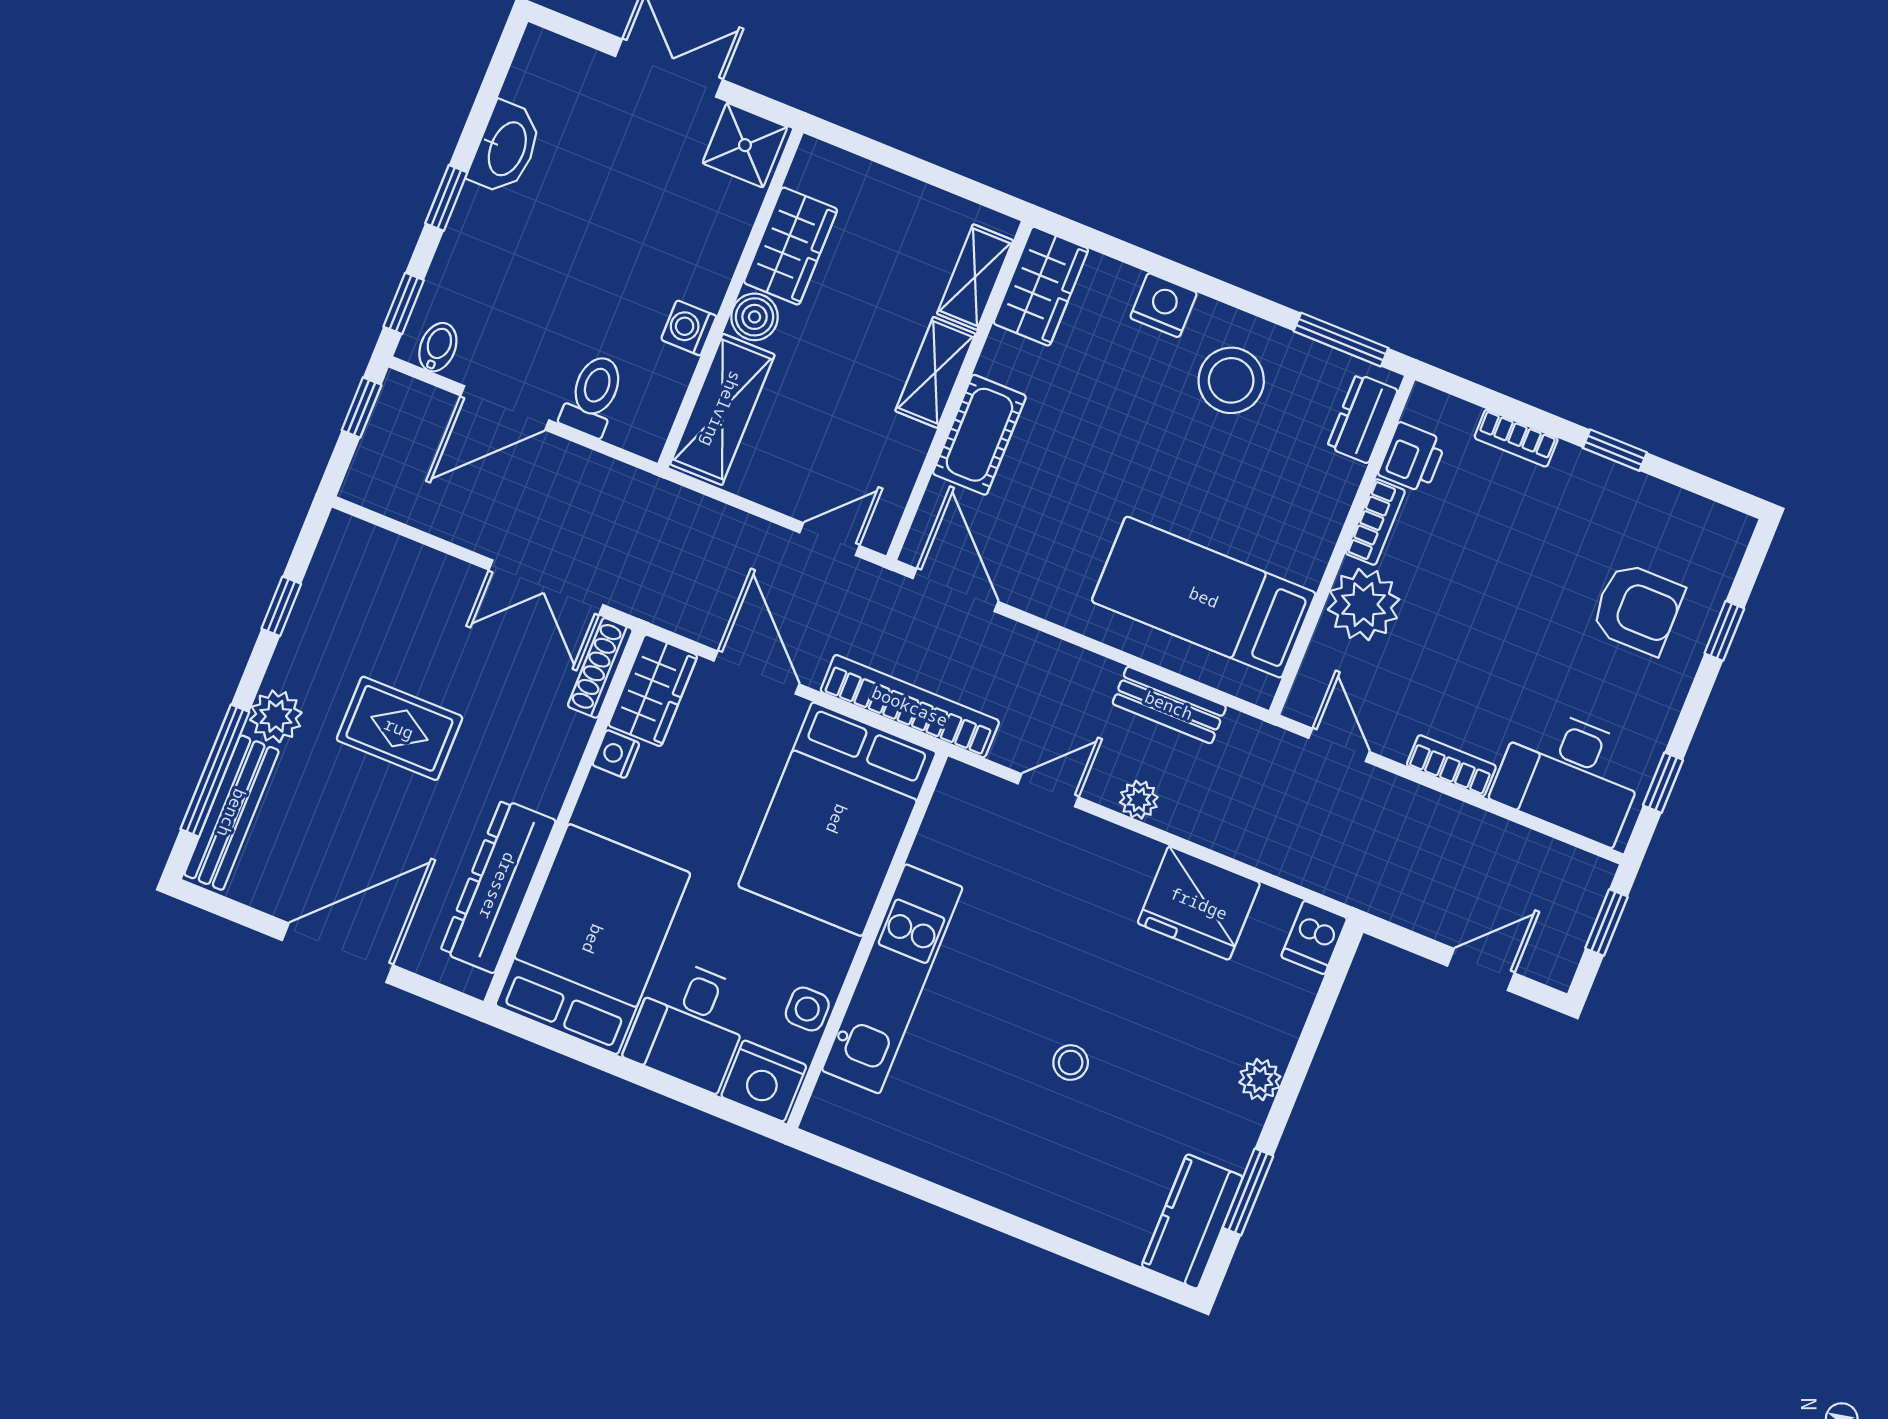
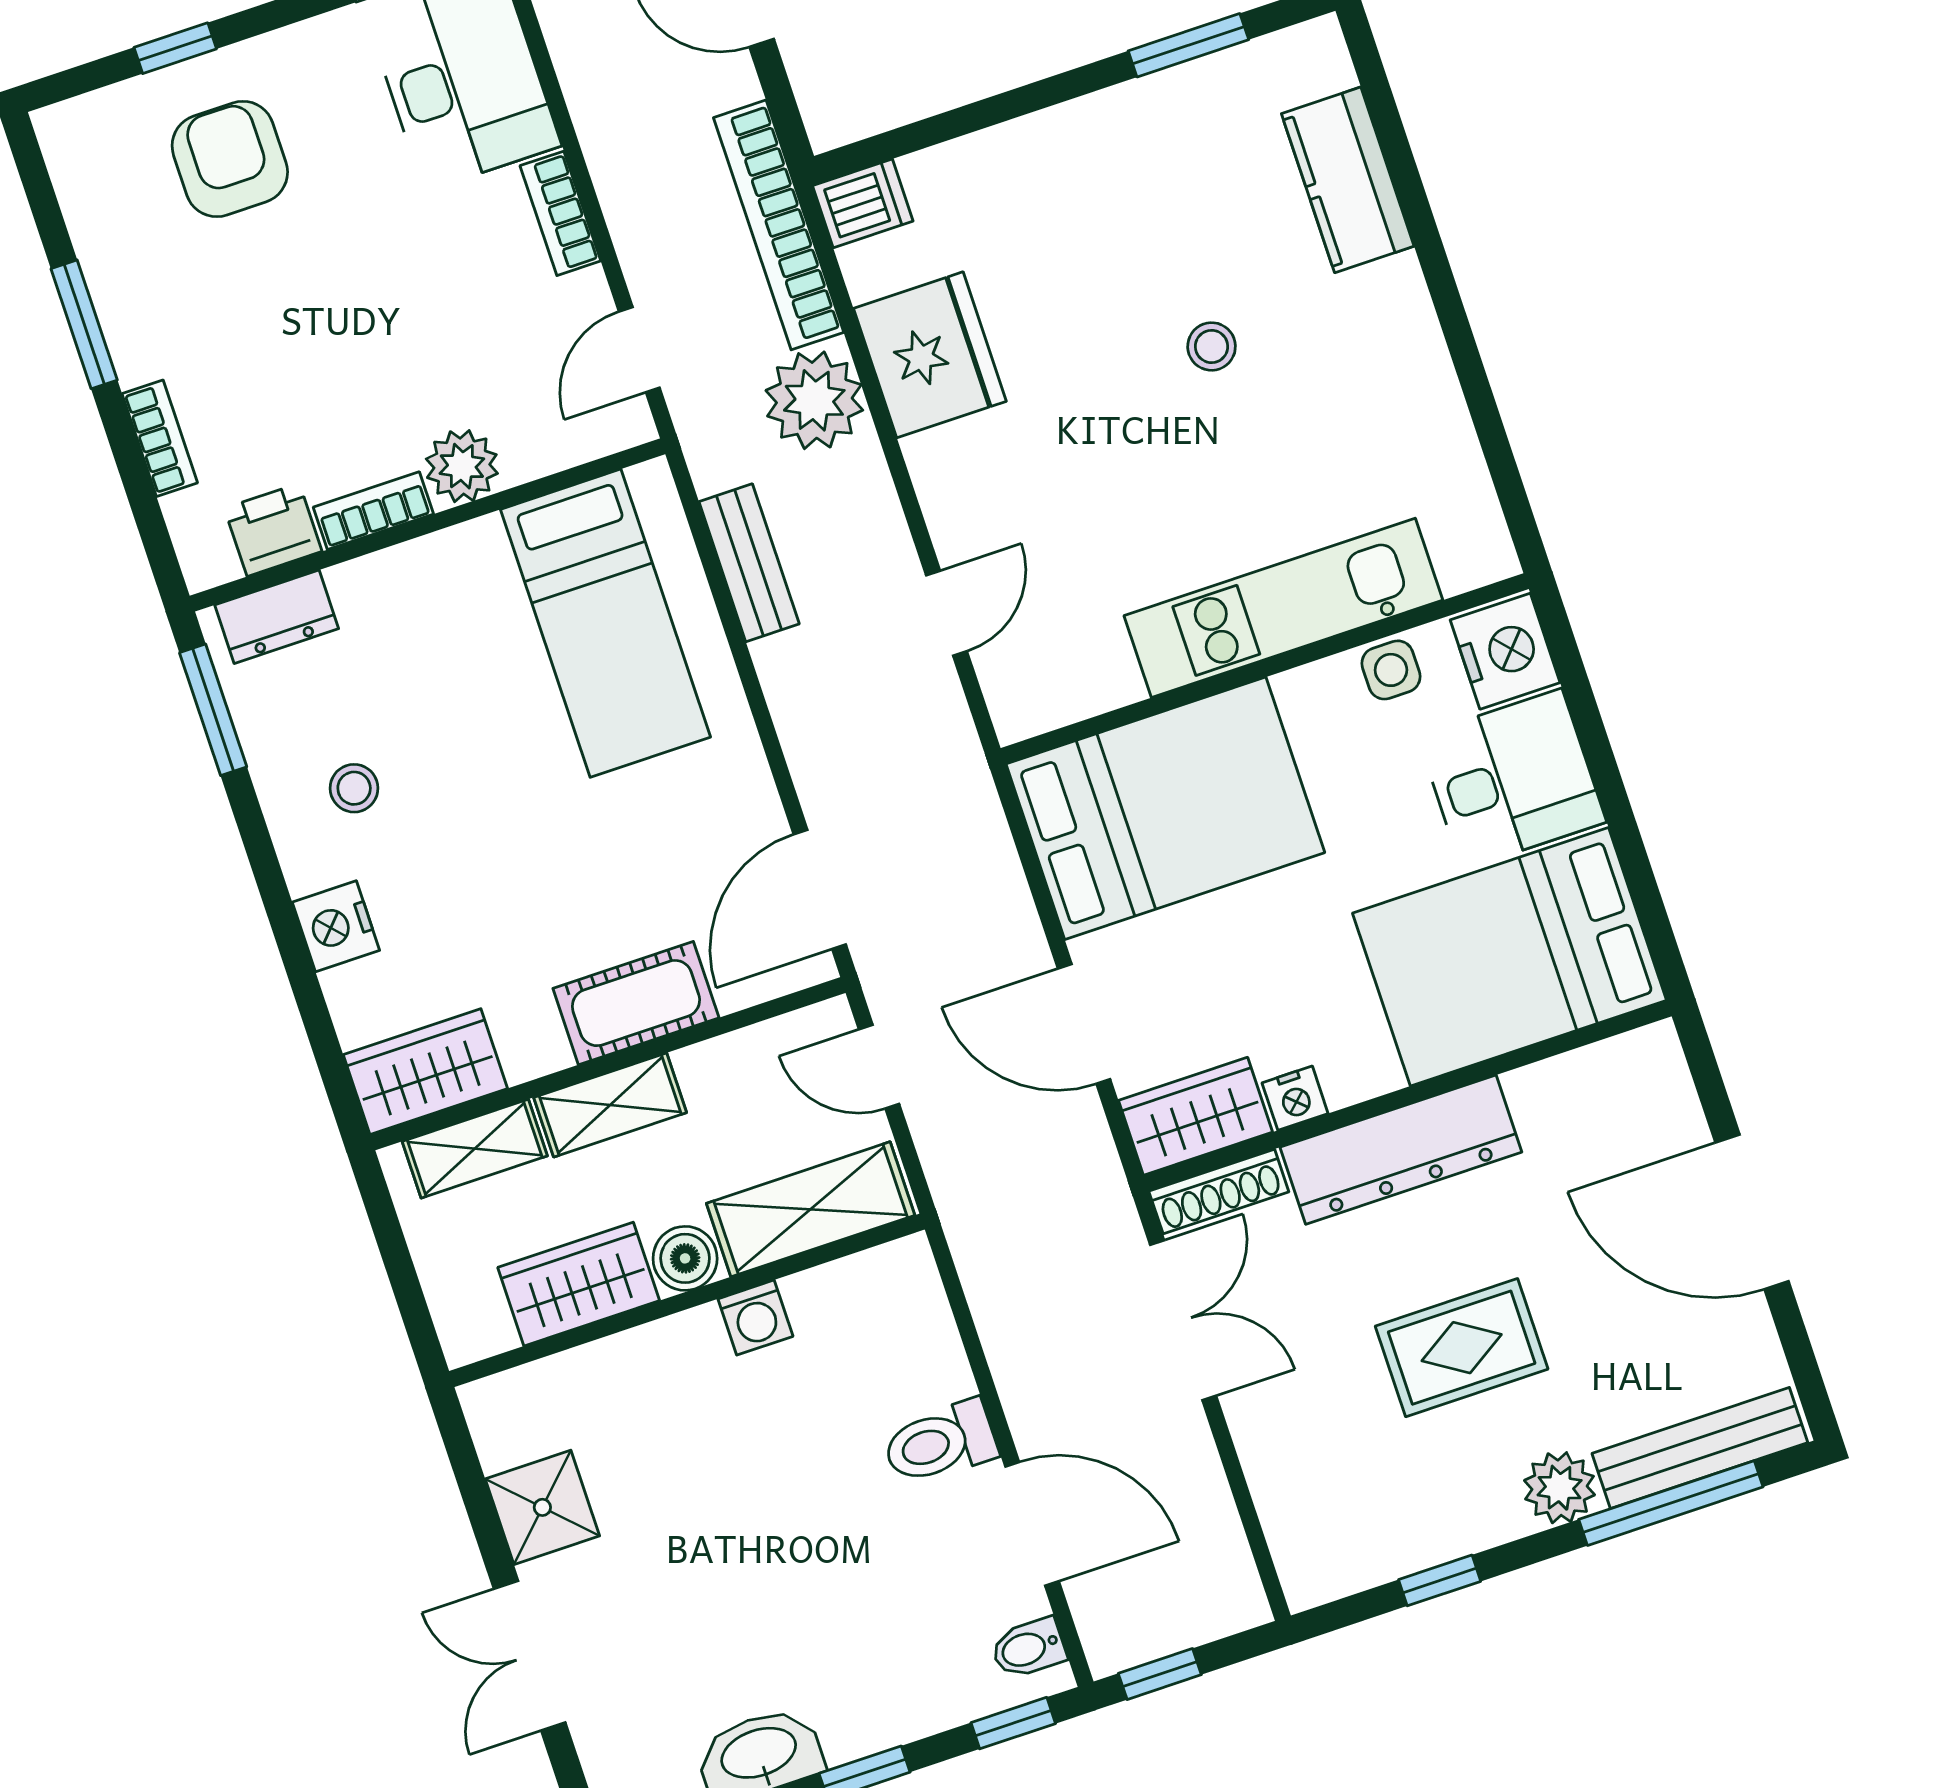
wardrobe: (791, 246) -> (579, 1284), moved
wall: (730, 298) -> (687, 1300), moved
boiler: (755, 317) -> (685, 1258), moved
washing machine: (689, 328) -> (755, 1318), moved
stool: (1231, 380) -> (354, 788), width x0.53, depth x0.53
shelving: (722, 409) -> (811, 1209), moved
window: (1615, 450) -> (84, 324), width x1.50
plant: (1364, 604) -> (462, 466), width x0.73, depth x0.73
door: (756, 672) -> (1084, 1024), hinge flipped
bookcase: (910, 706) -> (779, 225), moved
rug: (399, 728) -> (1462, 1348), turned 90
door: (1048, 790) -> (947, 613), swing flipped
plant: (1139, 800) -> (814, 400), moved, width x1.88, depth x1.88
dresser: (498, 886) -> (1401, 1150), moved
plant: (1260, 1080) -> (1060, 133), removed
kitchen counter: (1192, 1221) -> (1348, 180), moved, turned 90

